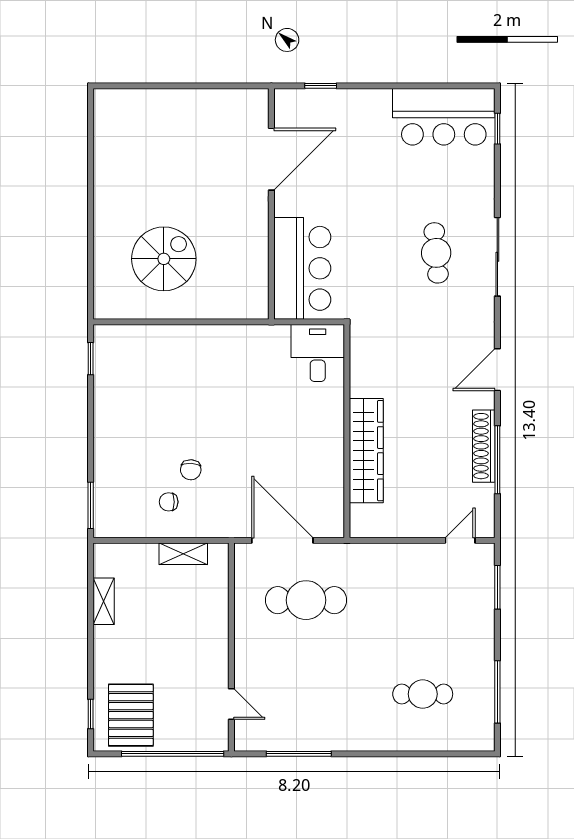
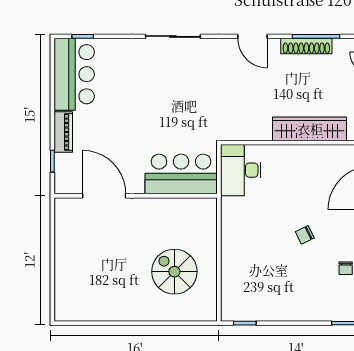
piano: (362, 101) -> (63, 132), added
cafe table: (436, 253) -> (170, 80), removed
desk: (318, 353) -> (241, 170), width x1.37
chair: (191, 470) -> (305, 235), moved, turned 151

